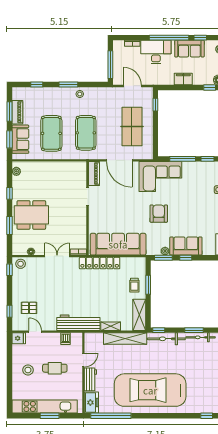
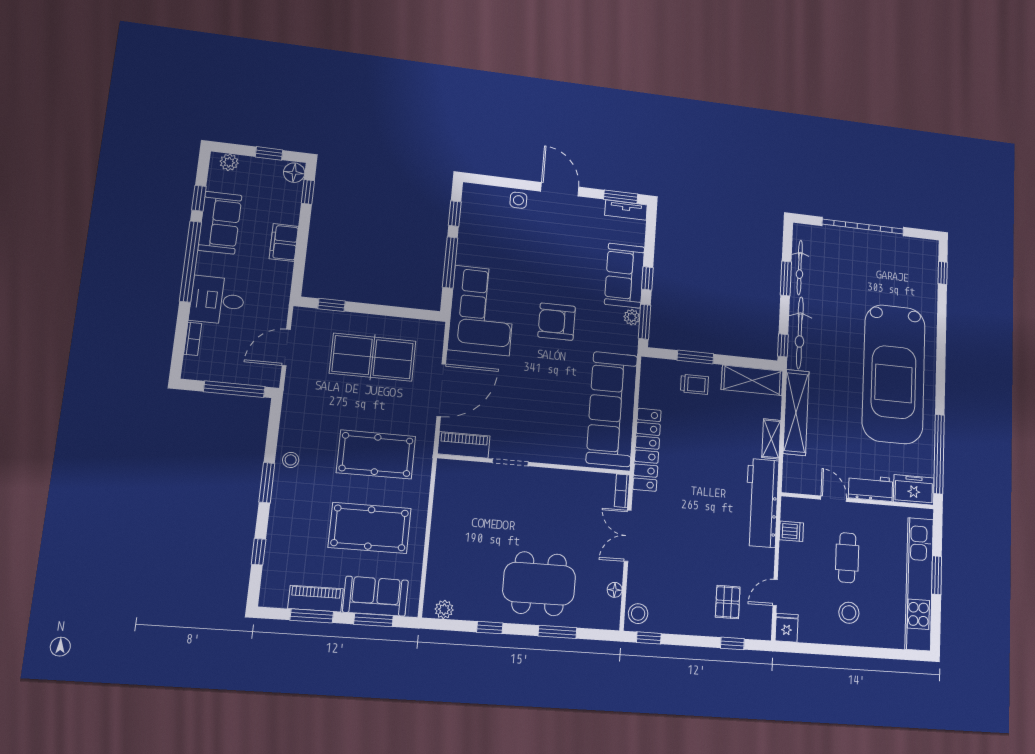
desk: (156, 52) -> (217, 300), width x0.73
dining table: (31, 215) -> (539, 584), turned 90

